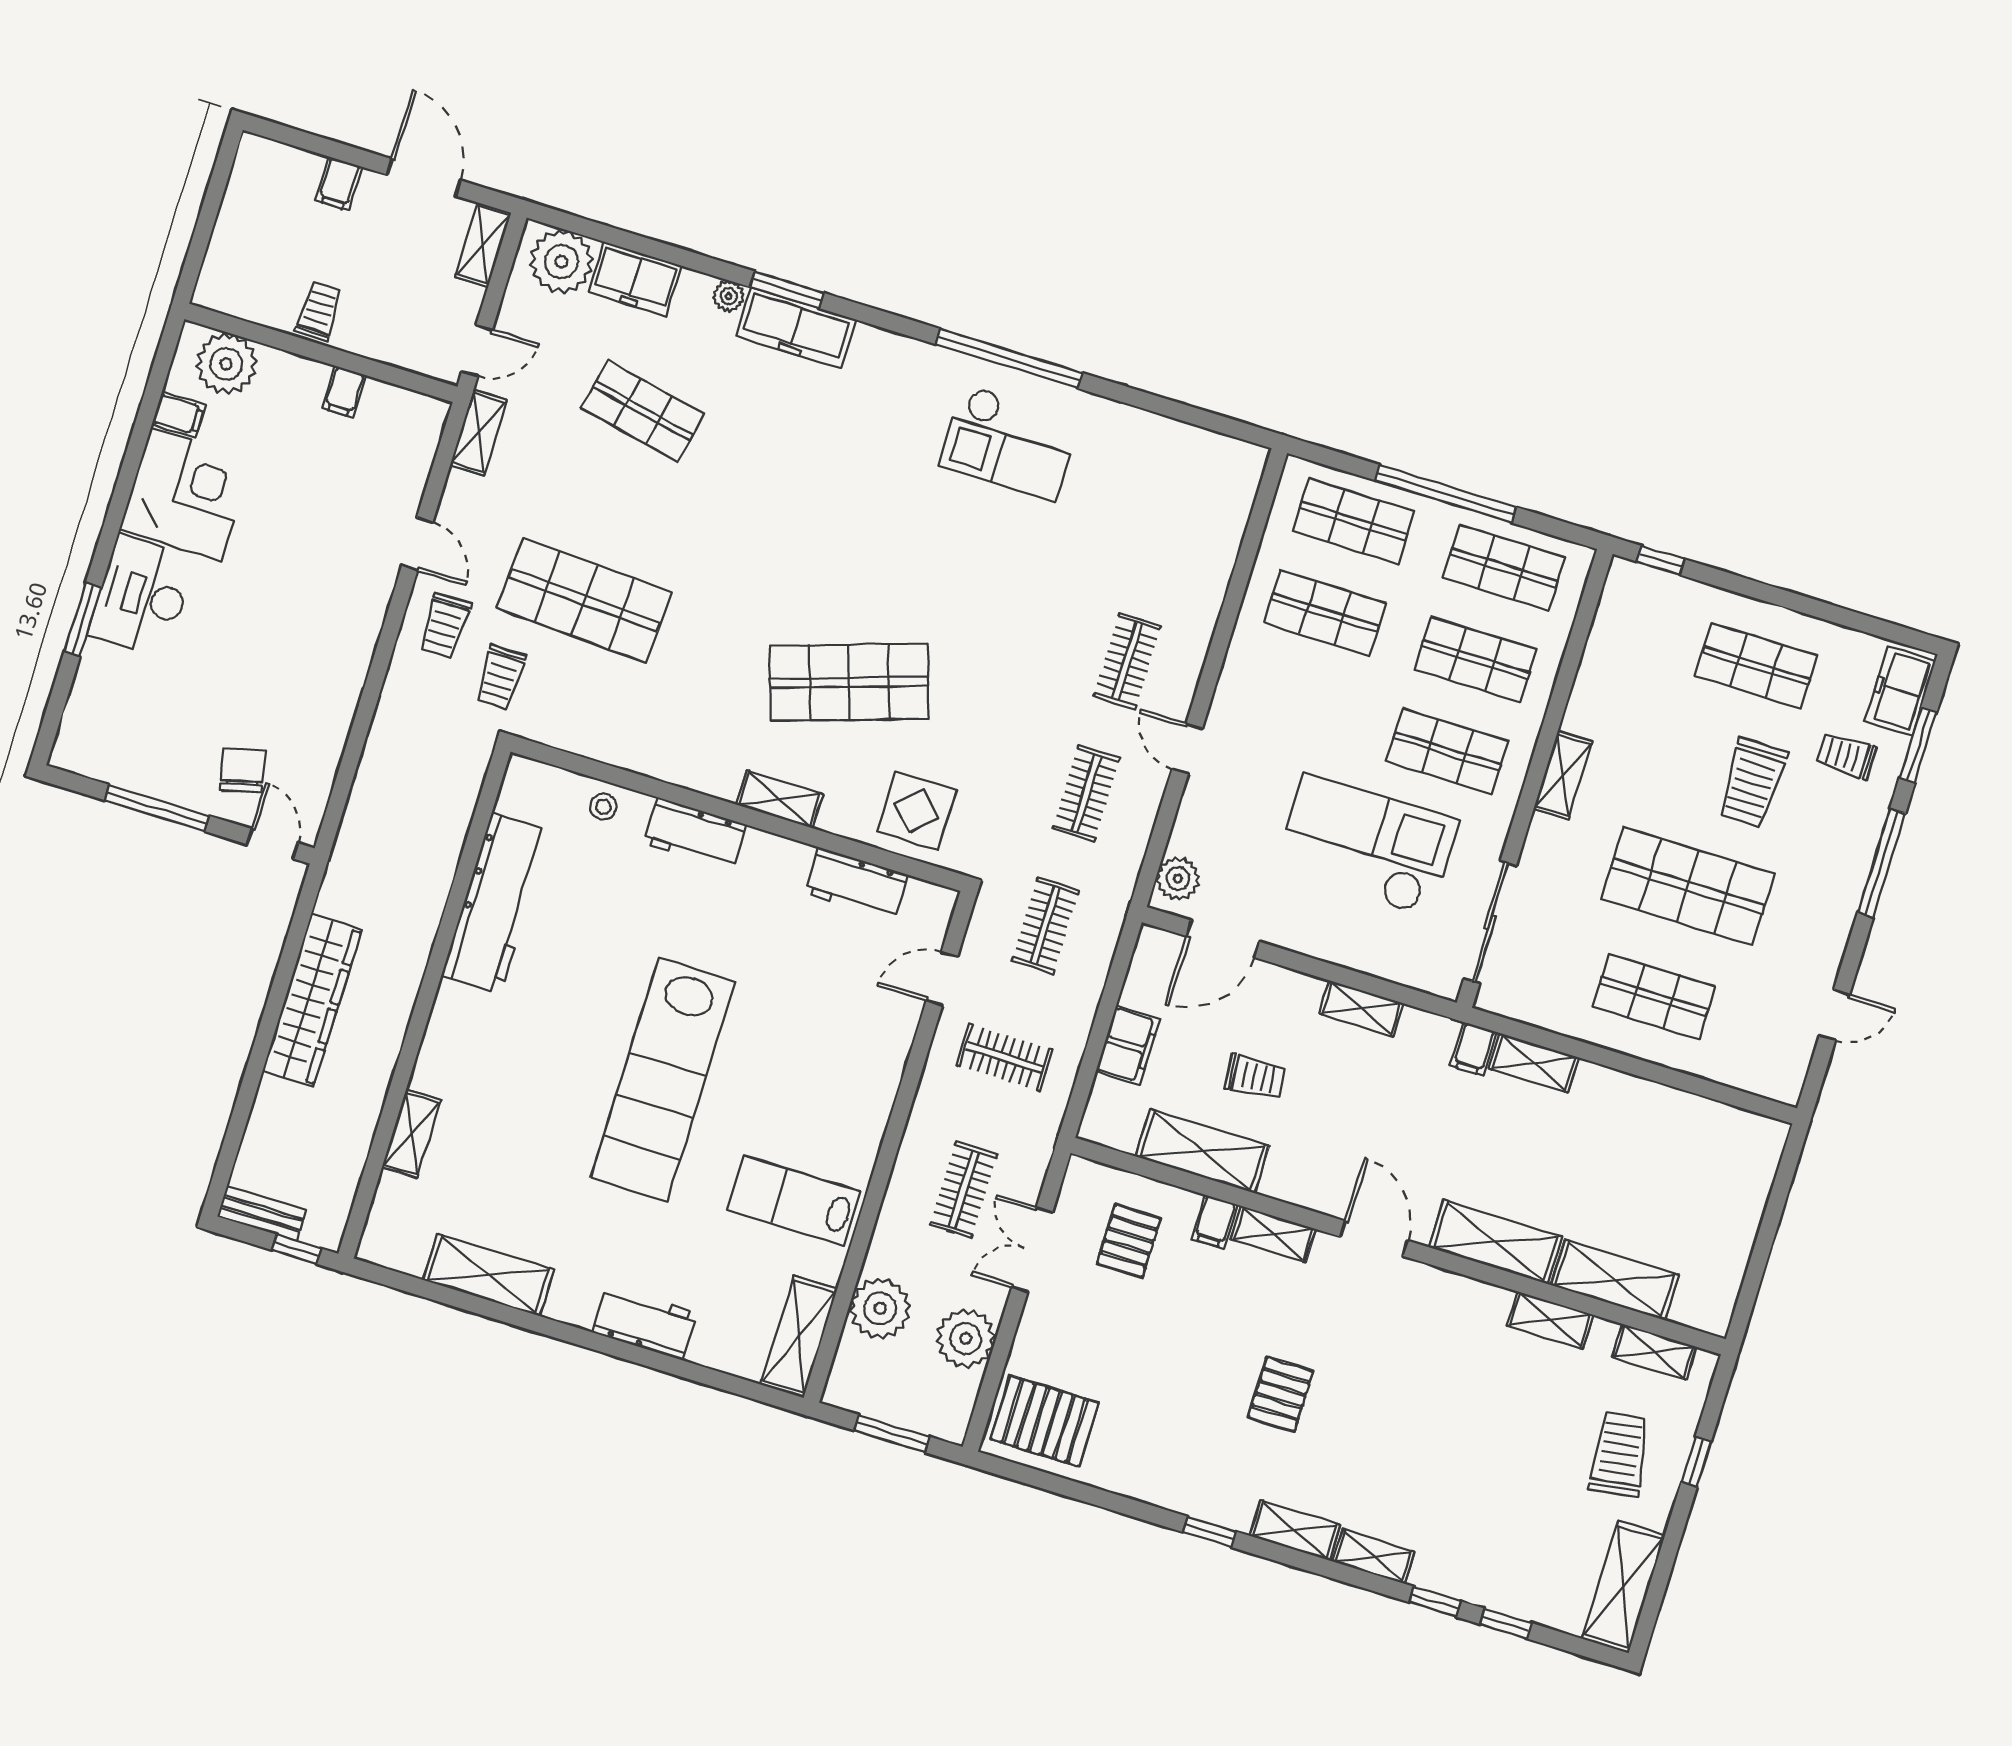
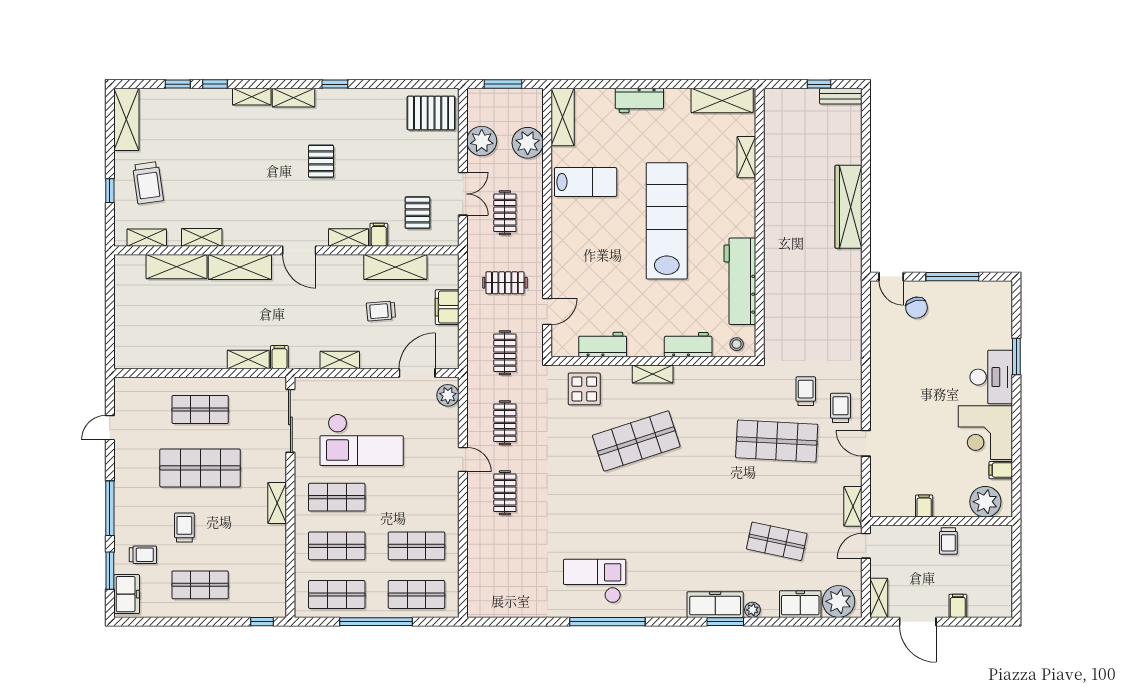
trolley: (1752, 783) -> (184, 527), width x0.73, depth x0.72
workbench: (496, 903) -> (740, 281), moved
wall: (424, 1003) -> (760, 222), moved
shelving: (411, 1134) -> (746, 157), moved

